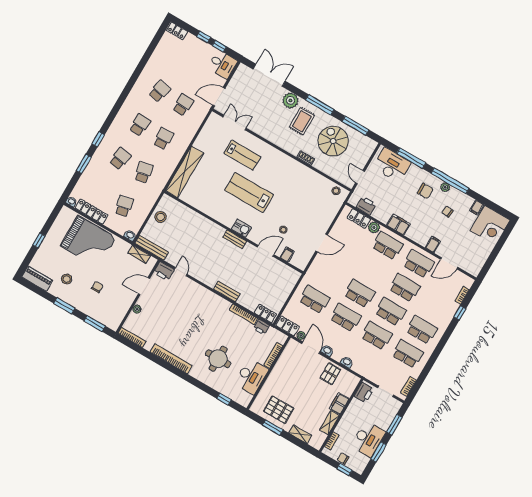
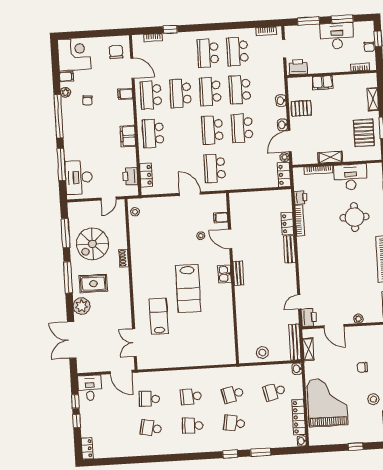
shelving: (185, 172) -> (208, 358), removed
plant: (445, 187) -> (66, 92), moved
chair: (425, 191) -> (116, 52), moved
plant: (374, 228) -> (145, 156), removed
school desk: (314, 299) -> (215, 168), moved
locker: (265, 314) -> (287, 224), moved
shelving: (329, 423) -> (330, 157), moved

